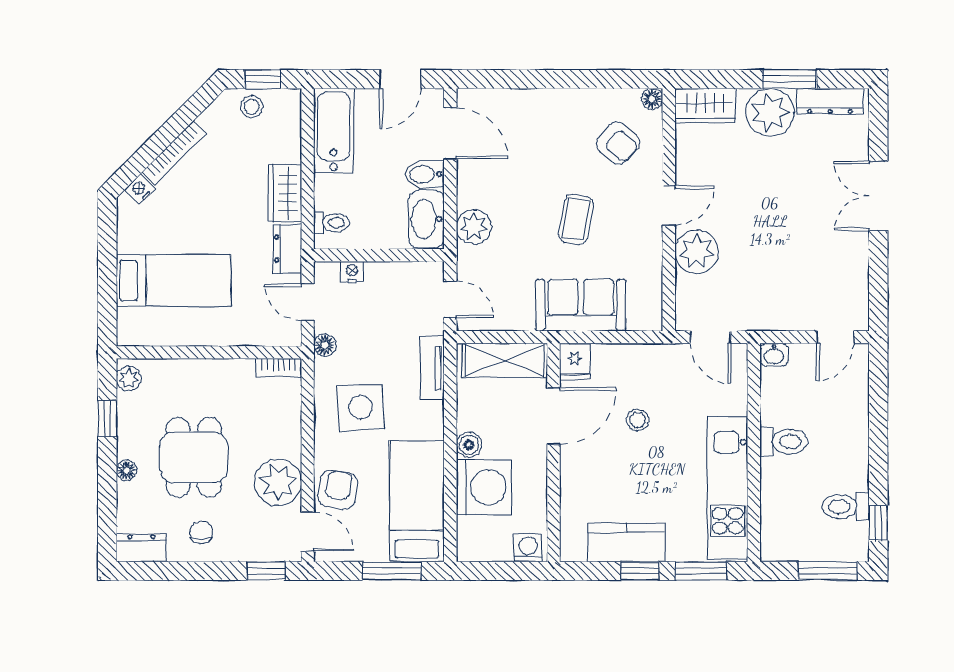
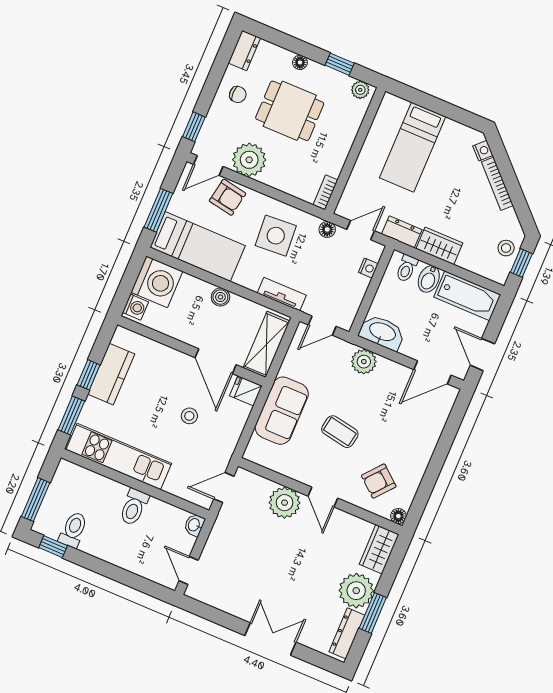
bidet: (425, 174) -> (429, 279), moved, turned 180
washing machine: (484, 487) -> (157, 282), moved, turned -90

